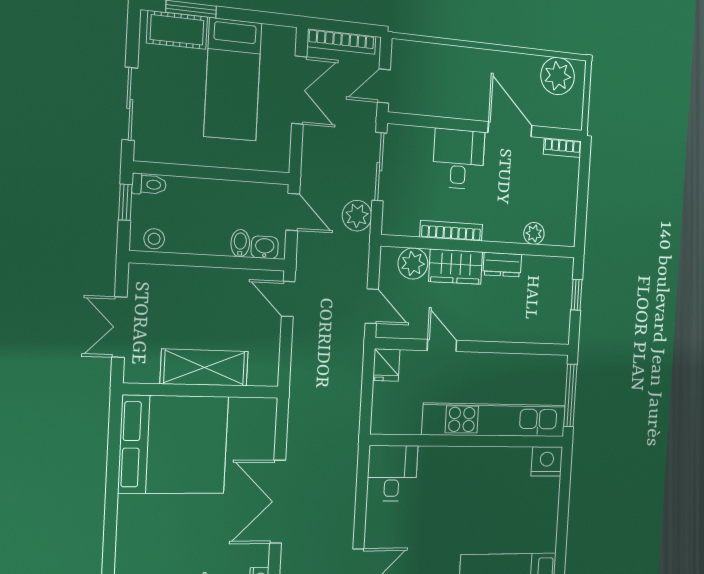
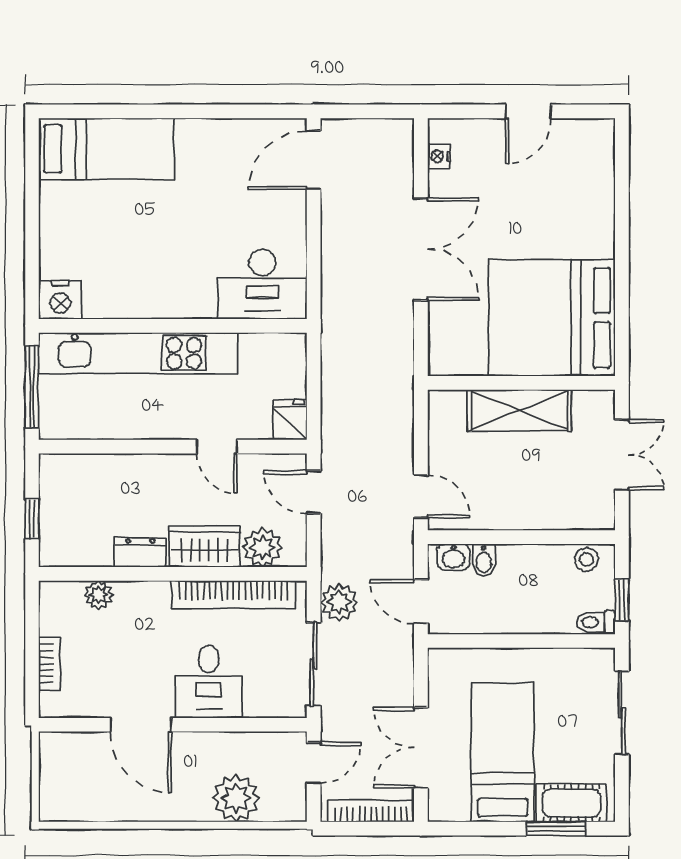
plant: (558, 76) -> (236, 798), moved
bookcase: (562, 148) -> (49, 664), moved, turned 90
bookcase: (451, 231) -> (233, 595), width x1.48, depth x1.31
desk: (392, 473) -> (262, 284), width x1.37

